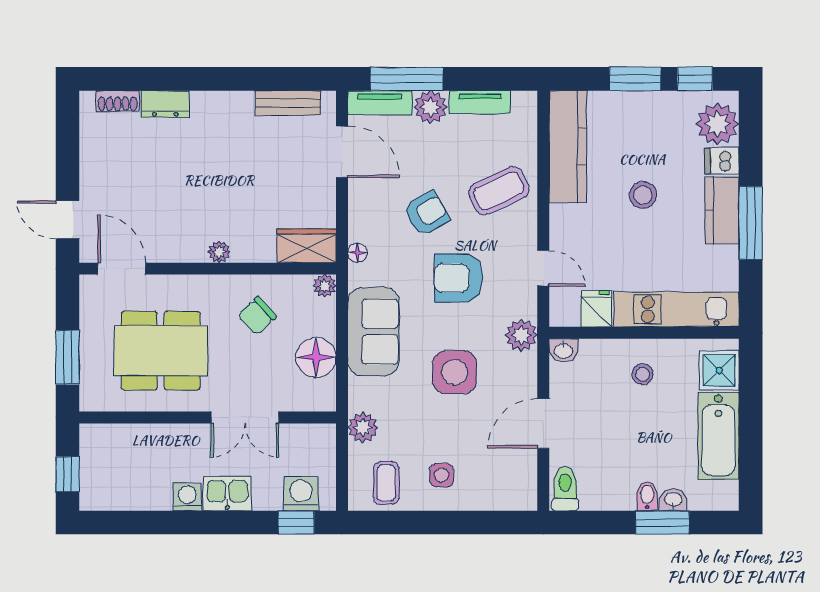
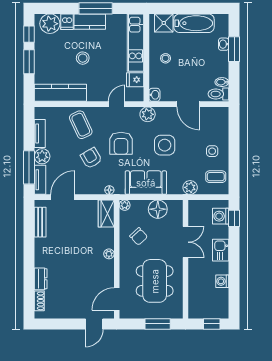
bidet: (647, 496) -> (222, 82), moved
washing machine: (187, 497) -> (222, 281), moved

